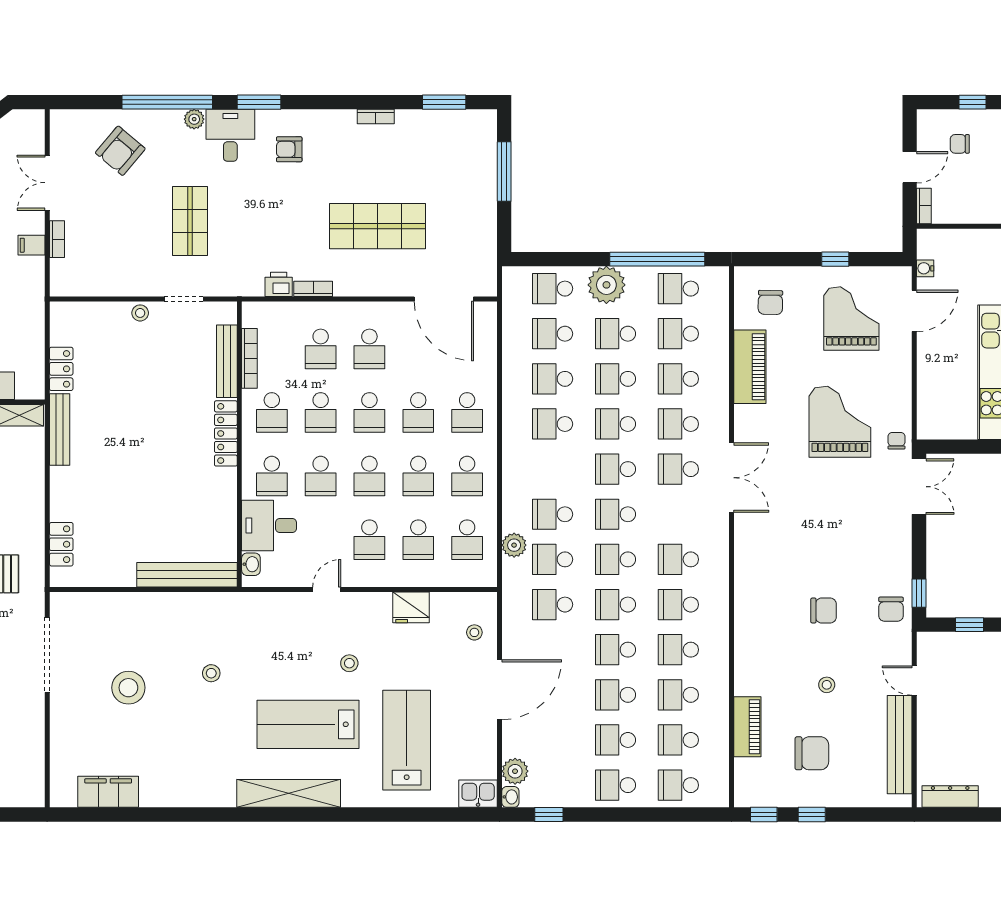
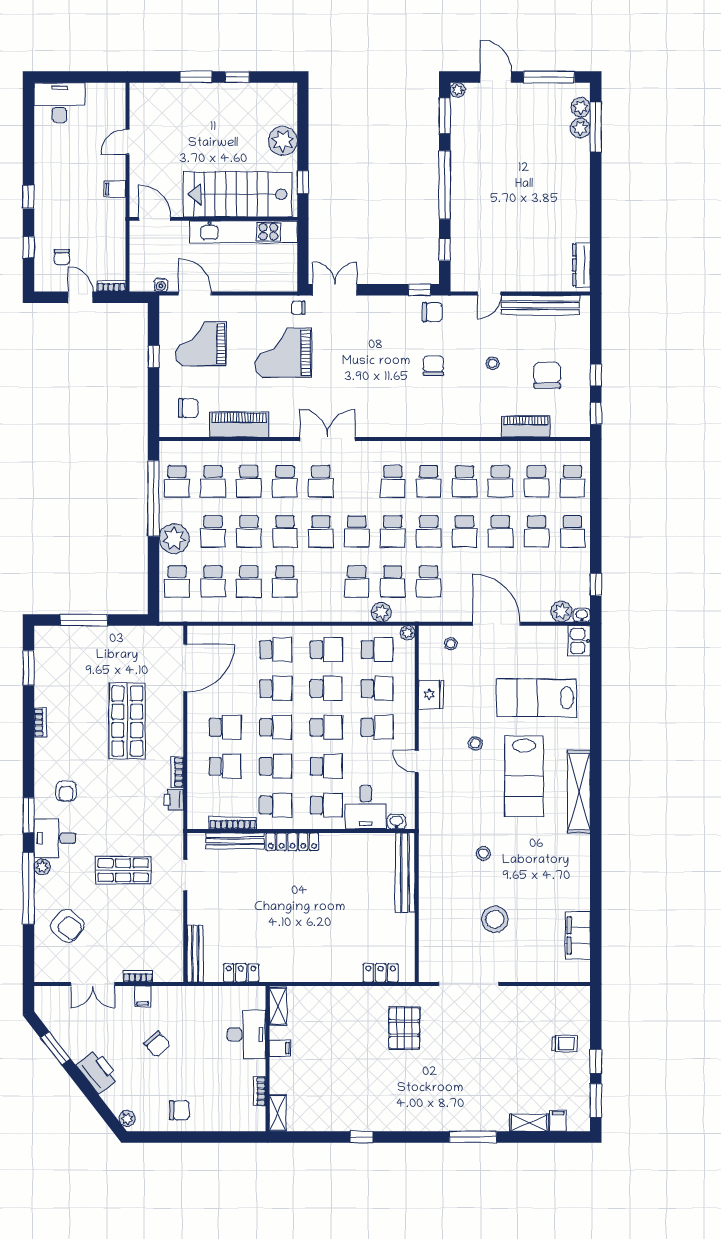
stool: (140, 313) -> (196, 910), removed
bench: (60, 430) -> (195, 954), moved, turned 90
plant: (488, 578) -> (408, 633), added

